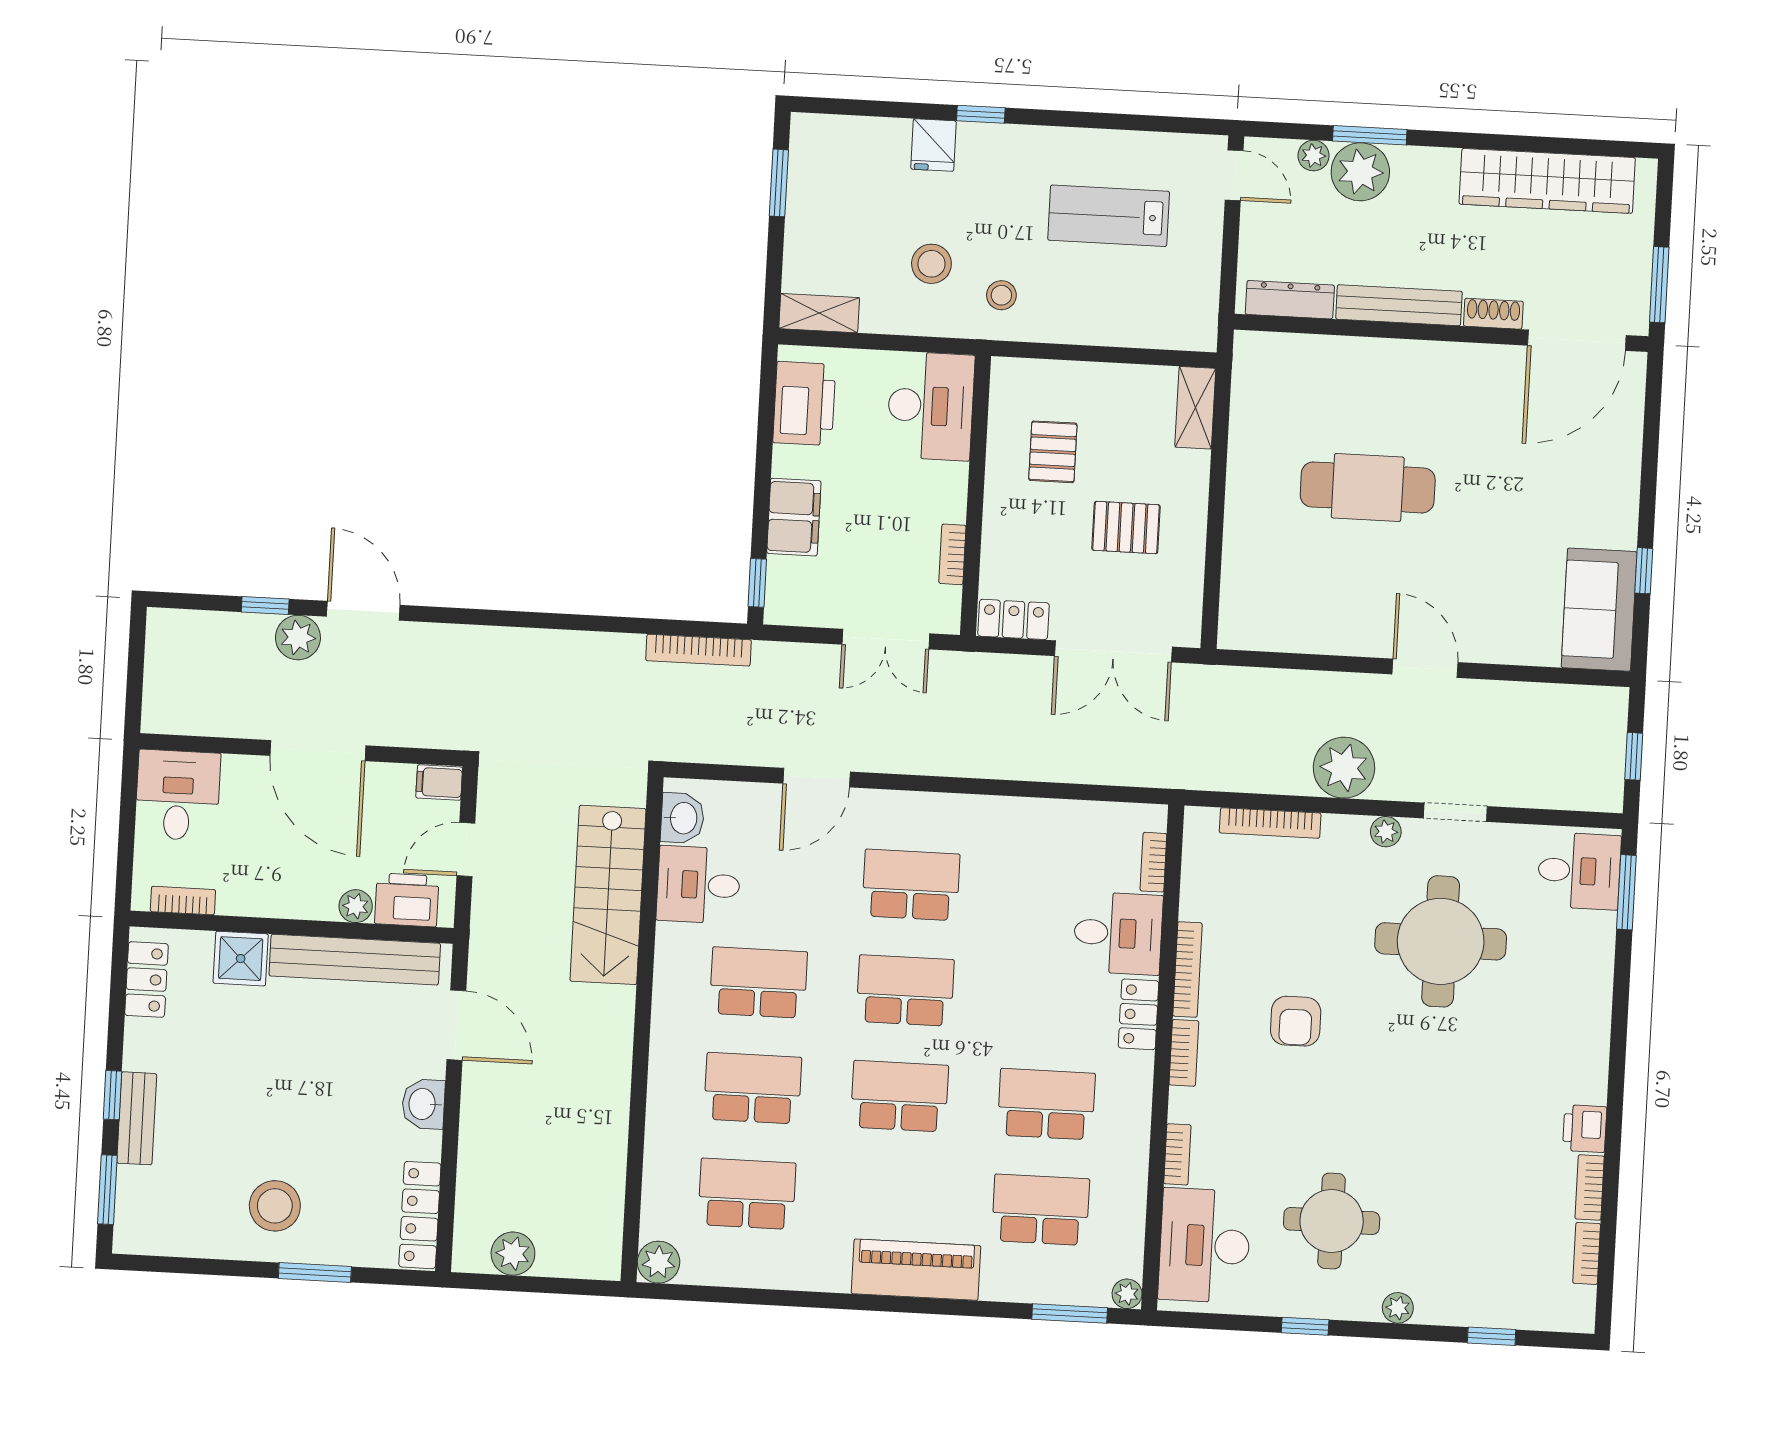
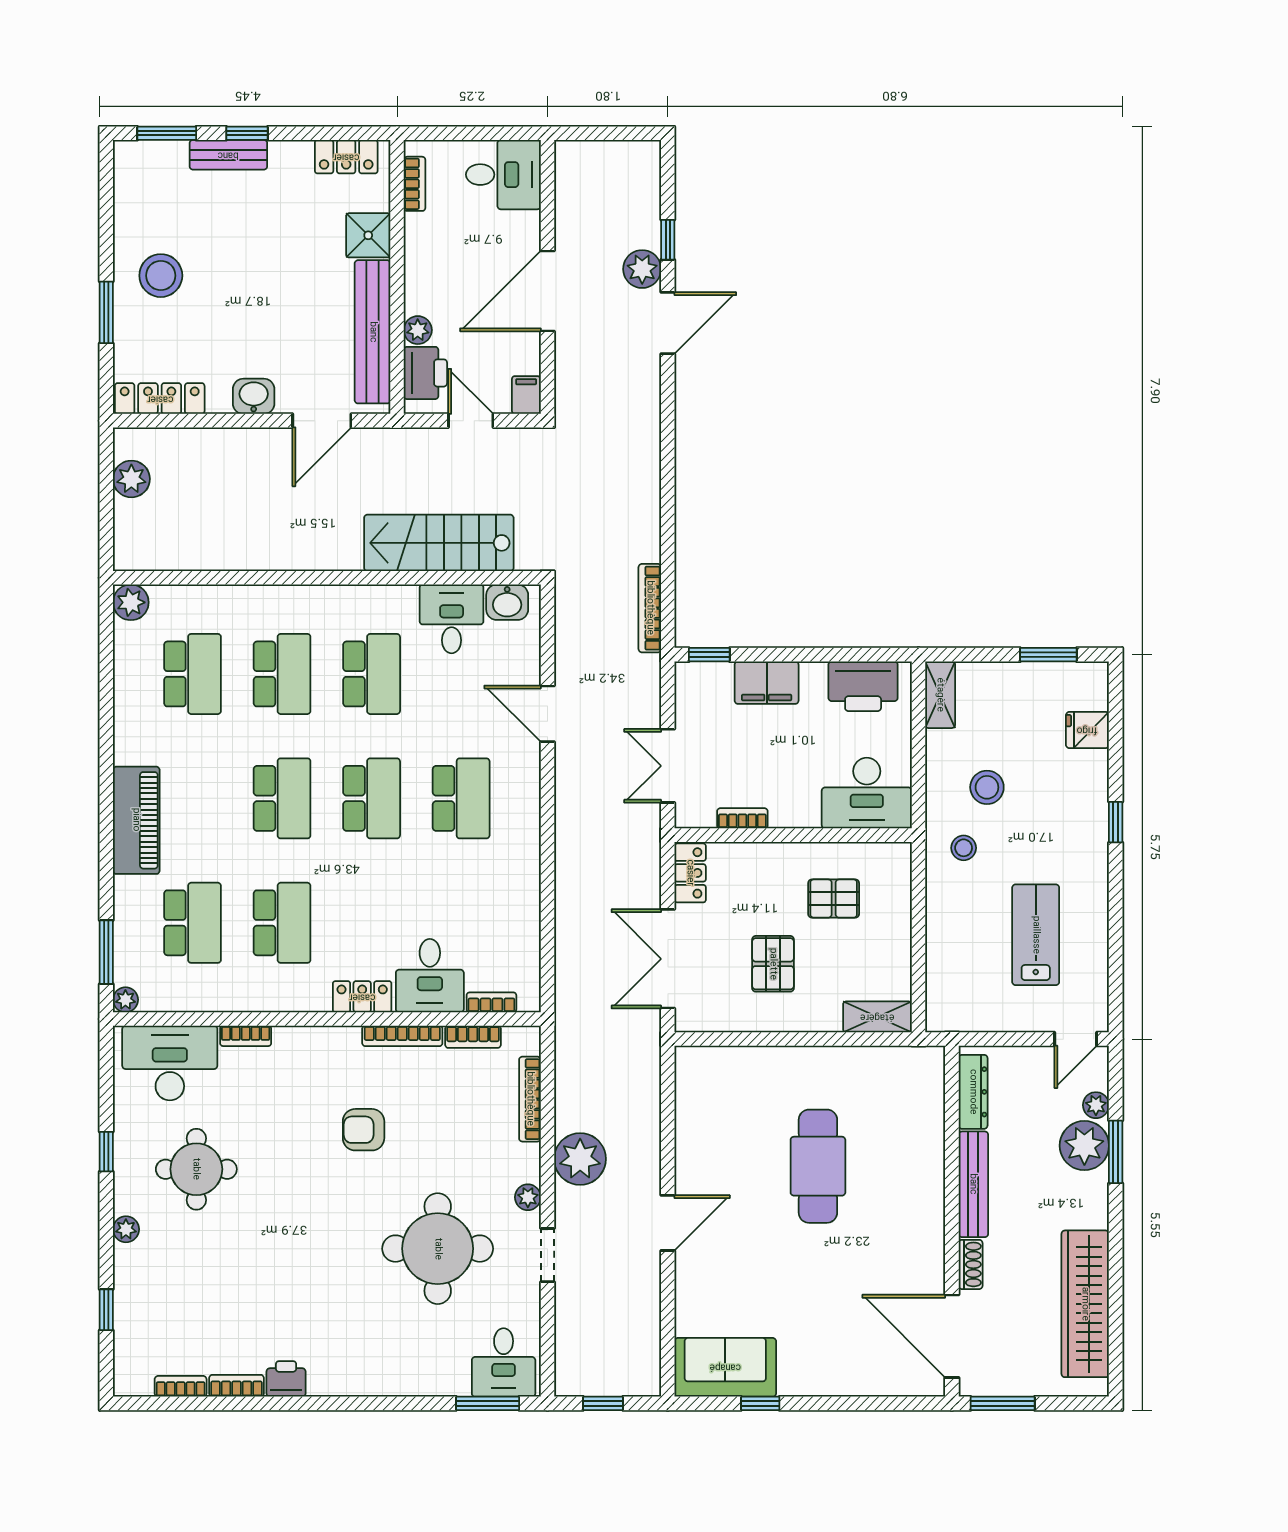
fridge: (934, 145) -> (1087, 730), moved
bookcase: (1184, 1053) -> (473, 1037), moved

